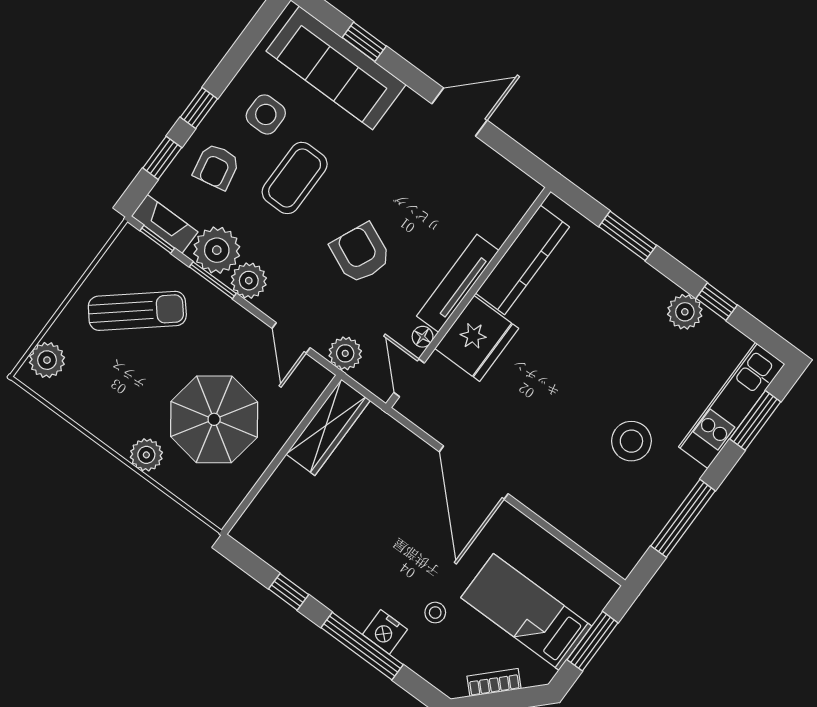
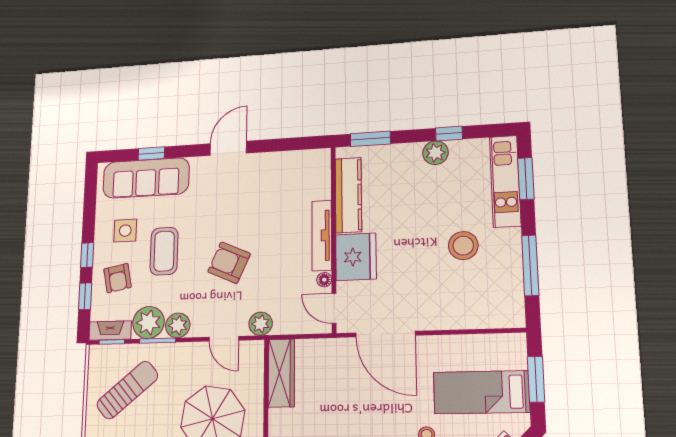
kitchen counter: (522, 260) -> (348, 195), moved
tv unit: (458, 283) -> (322, 235), moved
wall: (468, 297) -> (334, 238), moved
floor lamp: (423, 337) -> (324, 280), moved
fridge: (477, 338) -> (356, 257), moved
door: (409, 378) -> (334, 308), moved

